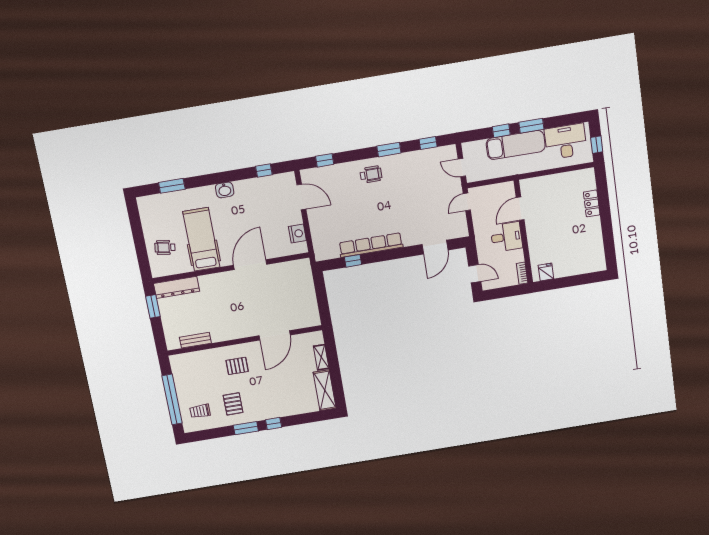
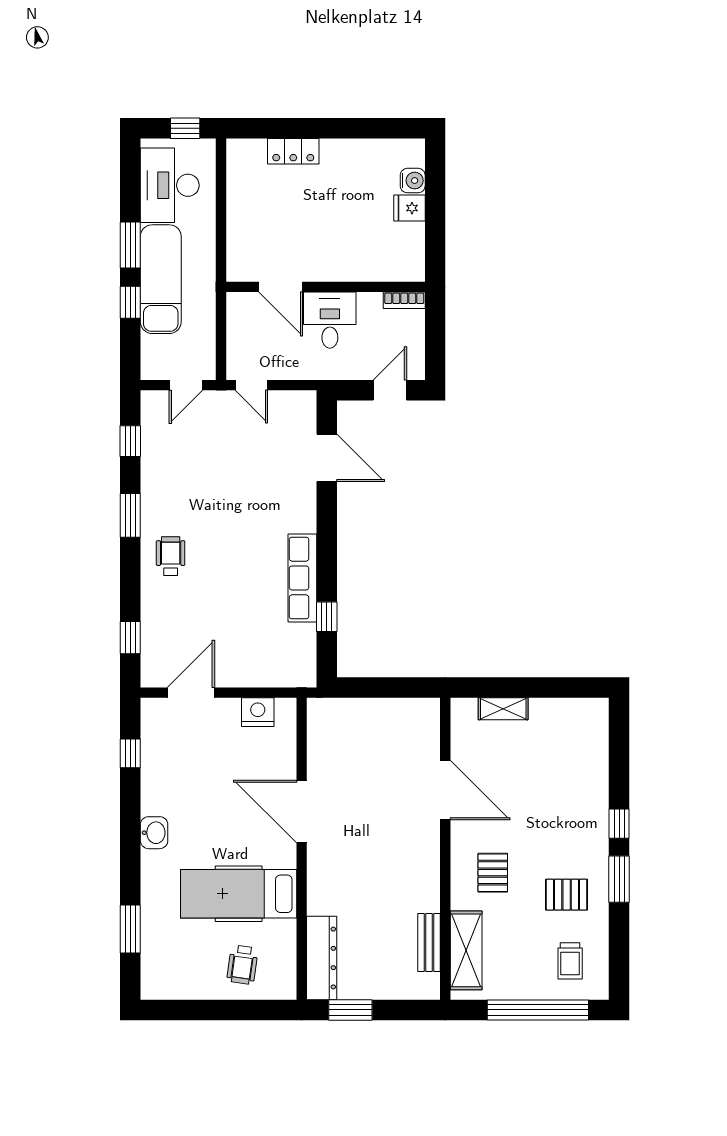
row of seats: (371, 245) -> (302, 578), width x0.73
water cooler: (584, 267) -> (413, 181), added
fridge: (546, 272) -> (409, 208), moved
shelving: (325, 390) -> (466, 950), moved, turned 90

